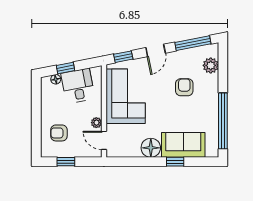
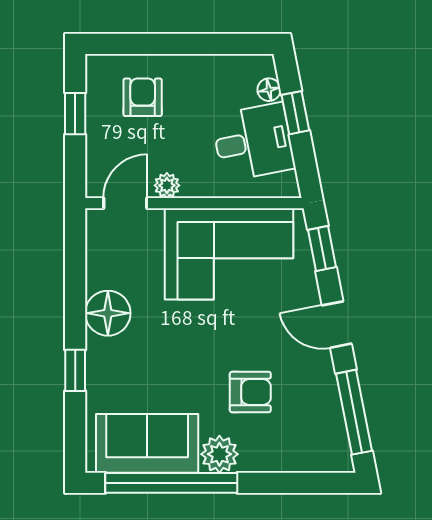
plant: (211, 65) -> (219, 454), moved
sofa: (183, 145) -> (147, 443), moved, turned -90

